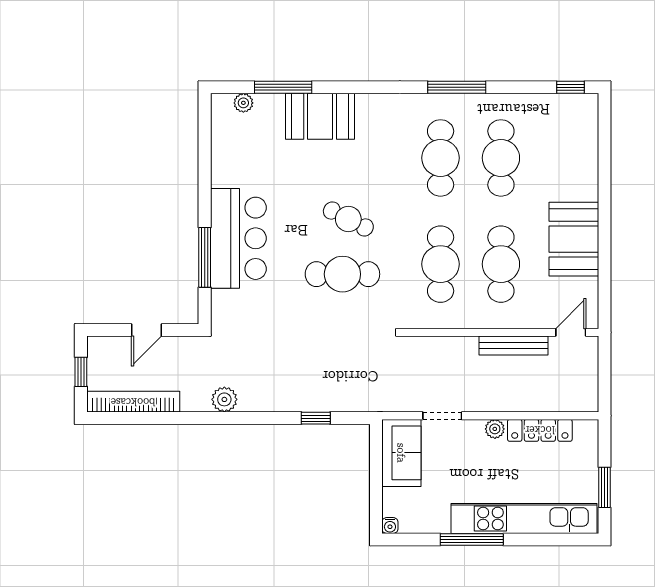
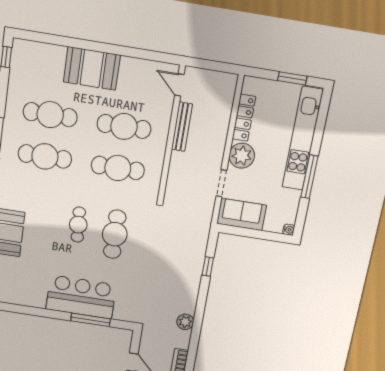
cafe table: (348, 219) -> (78, 225), turned -30
booth: (574, 239) -> (92, 68), moved
plant: (495, 429) -> (242, 156), width x1.88, depth x1.88

